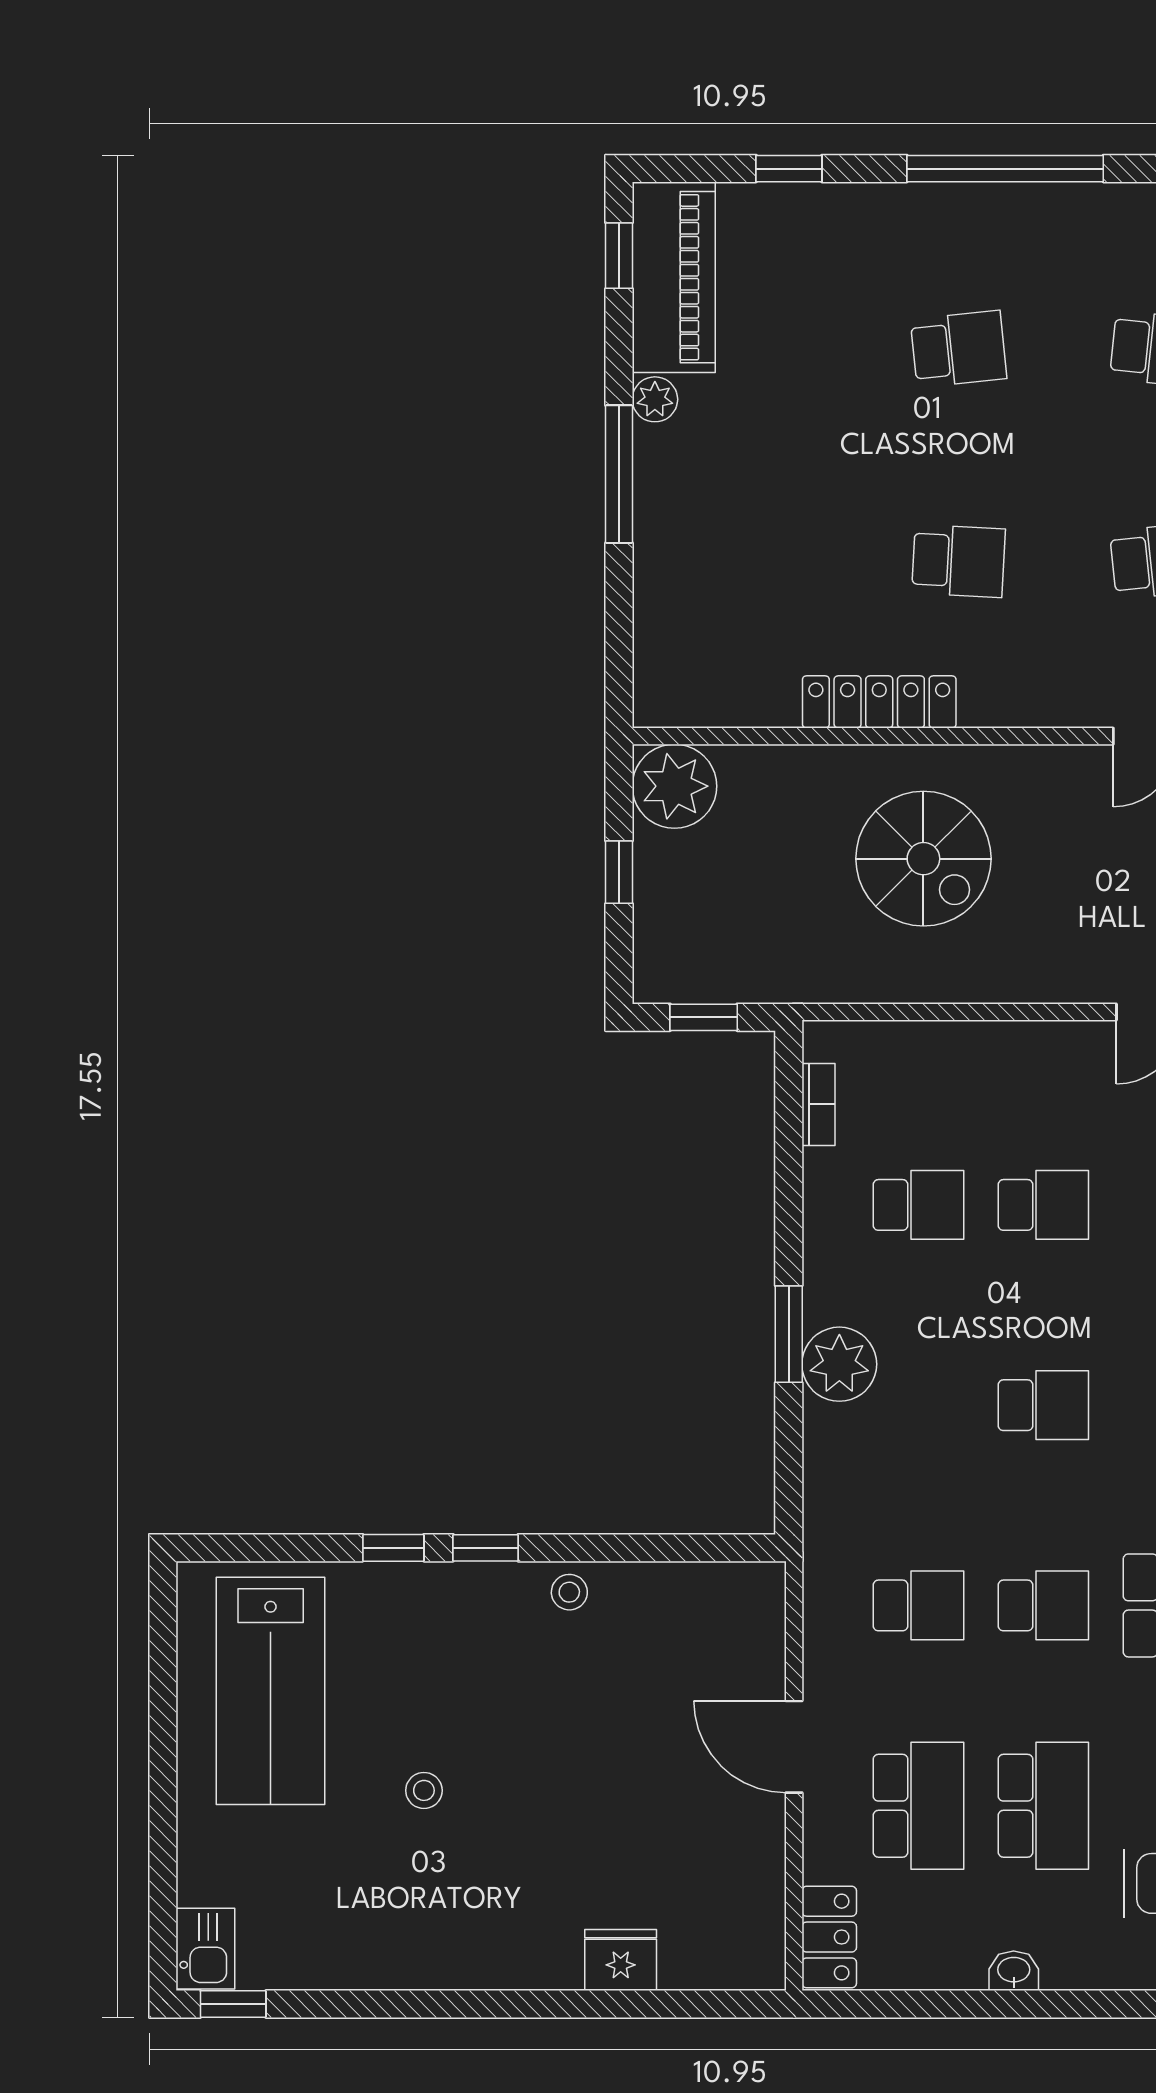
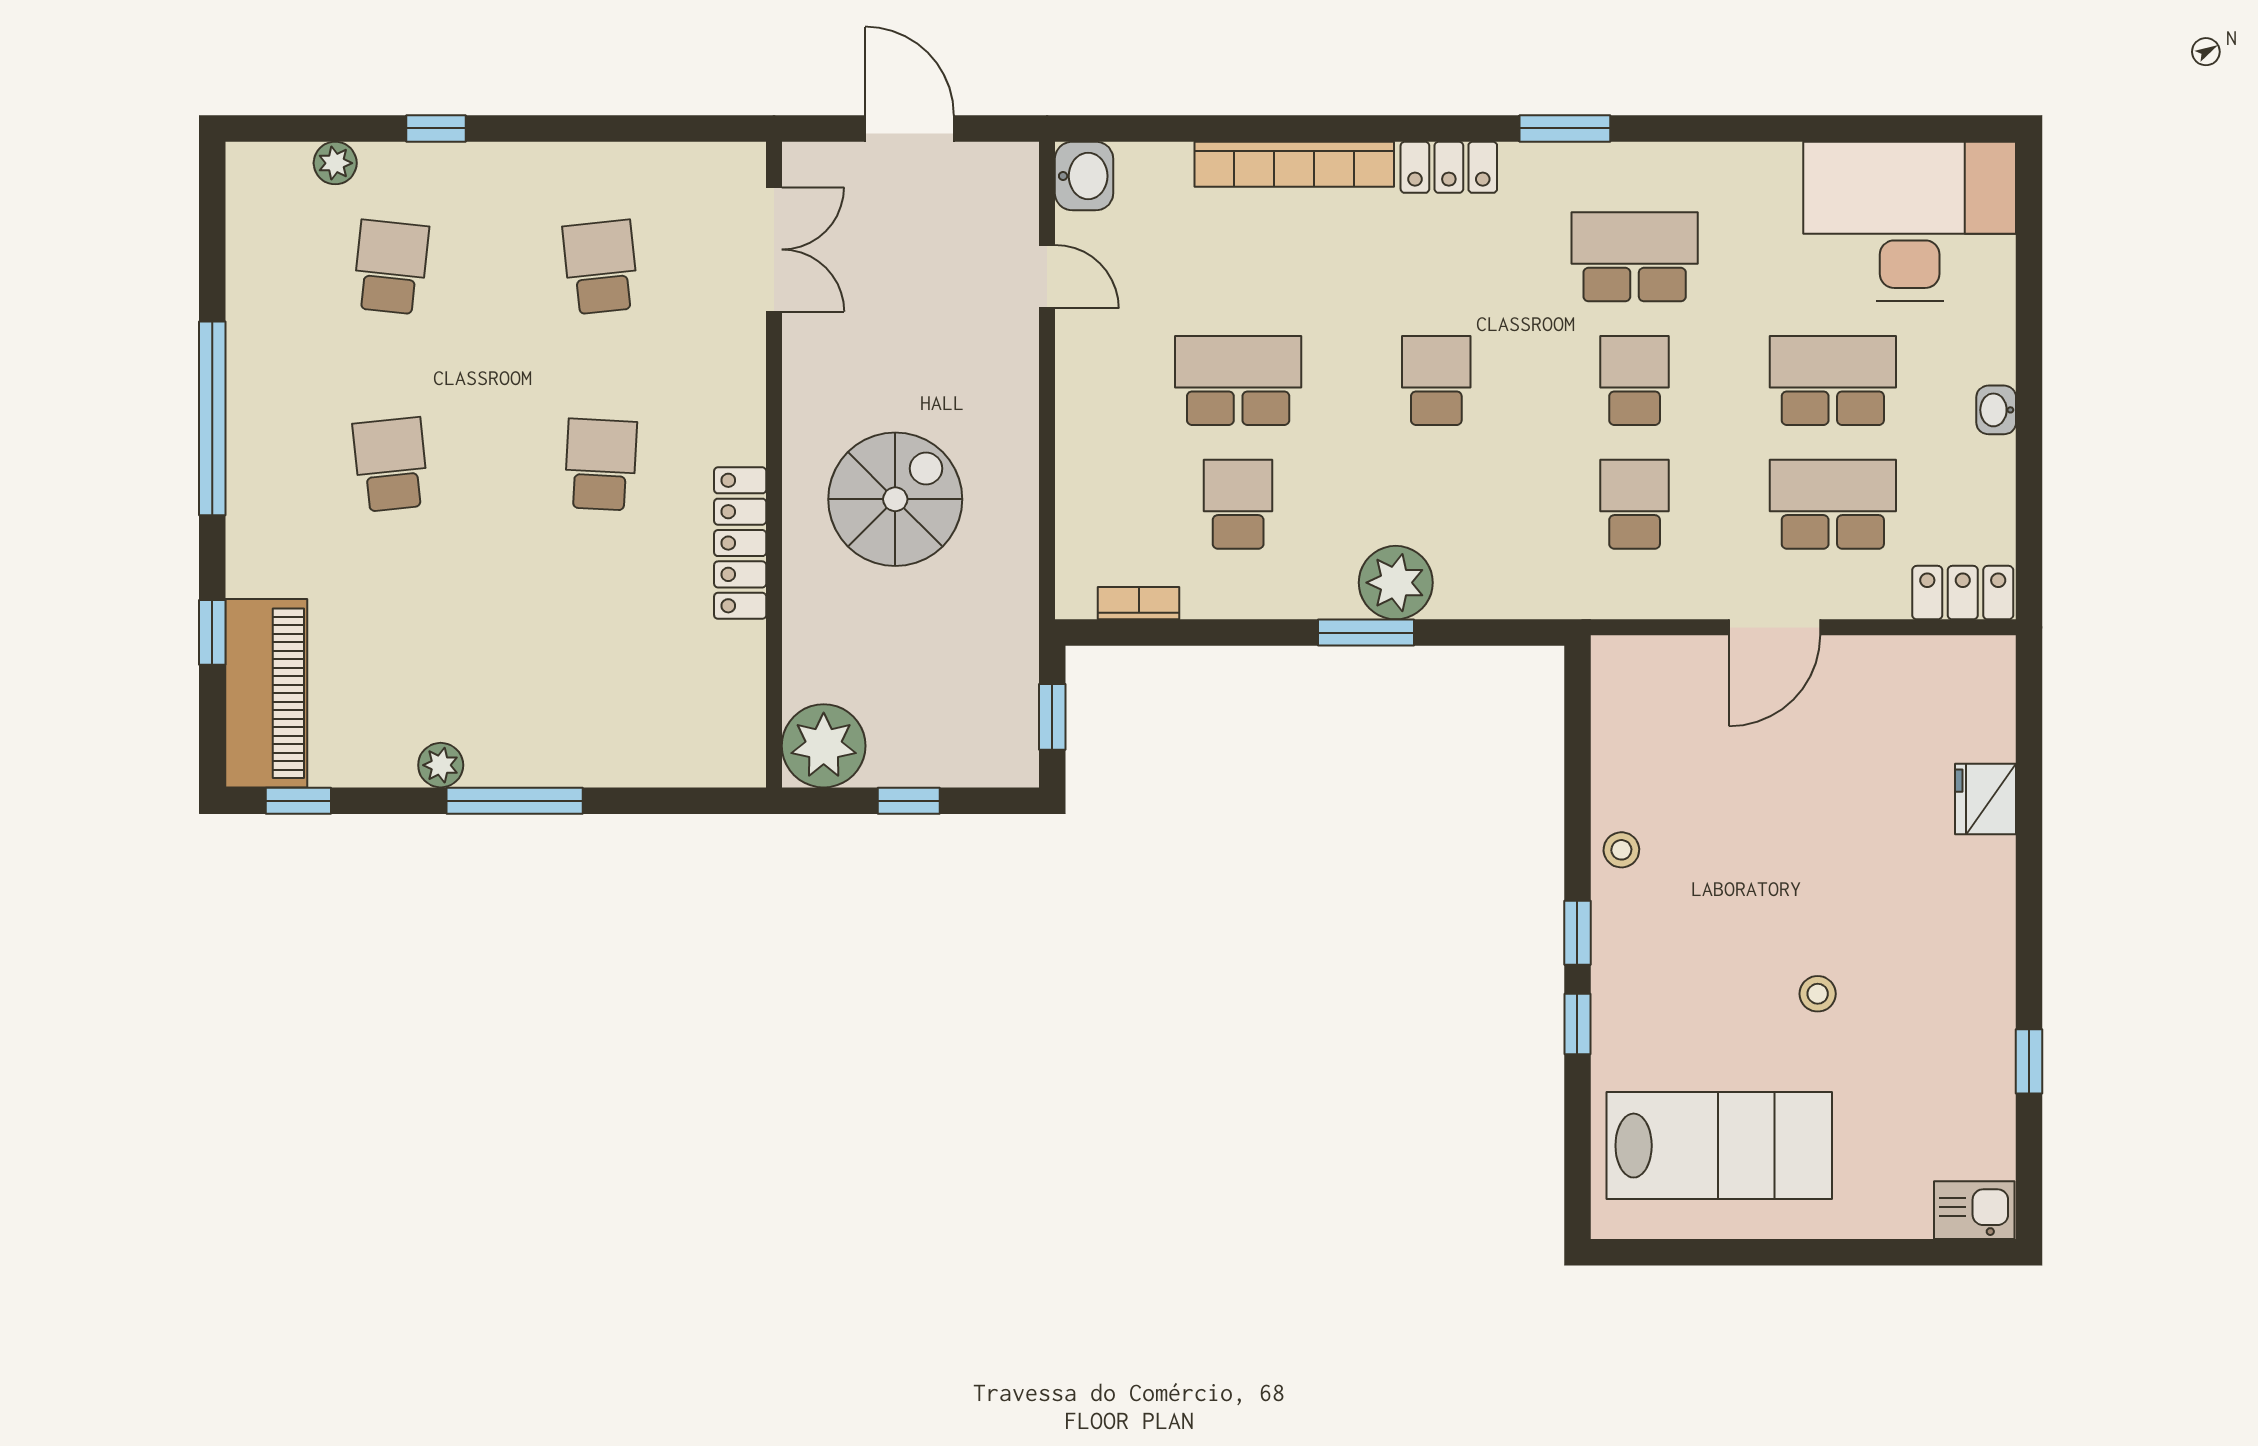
piano: (674, 277) -> (266, 693), moved, turned 90
school desk: (1043, 1205) -> (1238, 381), width x1.85
window: (233, 2004) -> (2029, 1061), moved

